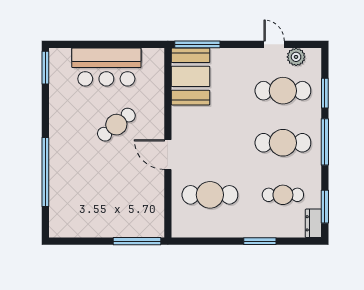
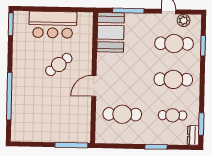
window: (197, 44) -> (128, 11), moved
window: (325, 142) -> (202, 79), removed
door: (168, 155) -> (94, 86), hinge flipped

